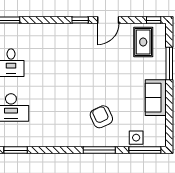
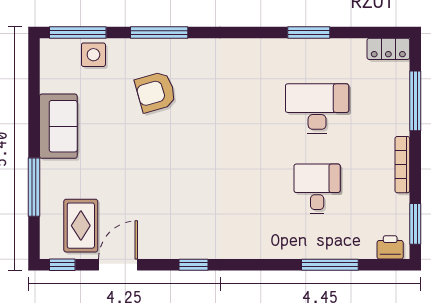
door: (108, 20) -> (118, 265), moved
armchair: (101, 117) -> (155, 92), turned 99

